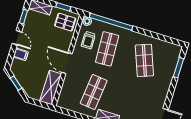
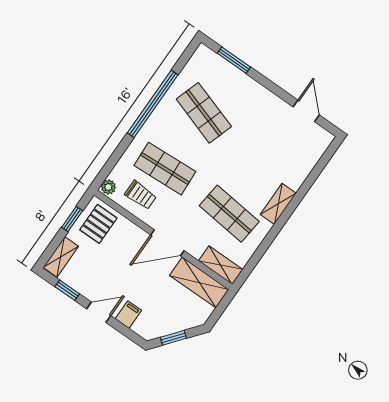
window: (111, 22) -> (153, 104), moved
shop shelf: (144, 60) -> (204, 113), turned 39
shelving: (64, 96) -> (221, 265), added

